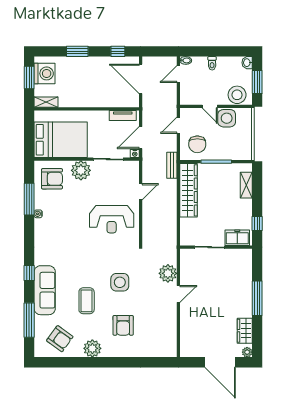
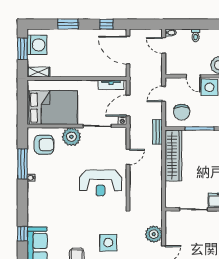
door: (178, 74) -> (164, 46), hinge flipped

